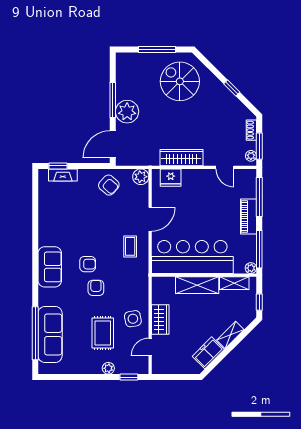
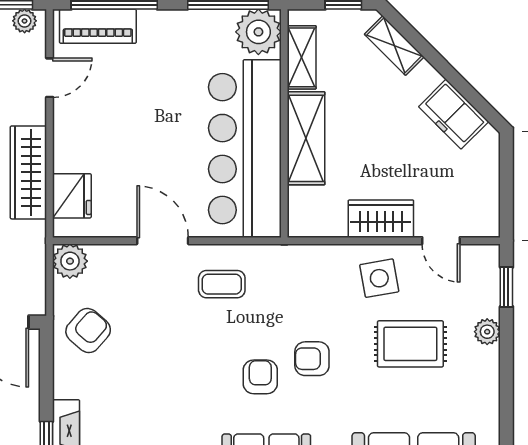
piano: (249, 217) -> (98, 26), moved
plant: (251, 268) -> (258, 32), width x1.88, depth x1.88
shelving: (230, 335) -> (394, 46), moved

